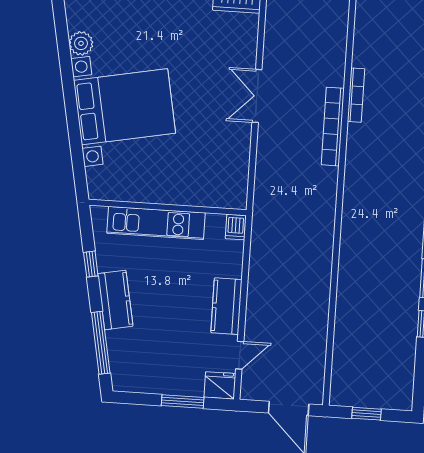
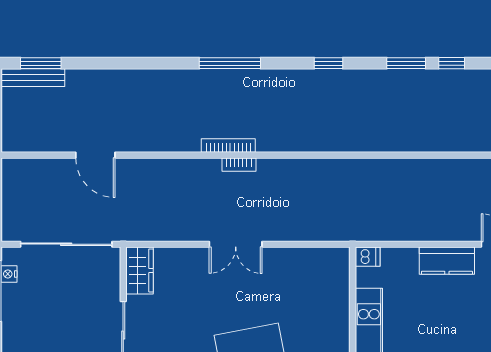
bookcase: (333, 127) -> (239, 165), width x0.43, depth x0.76

